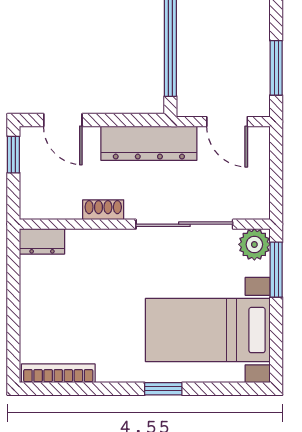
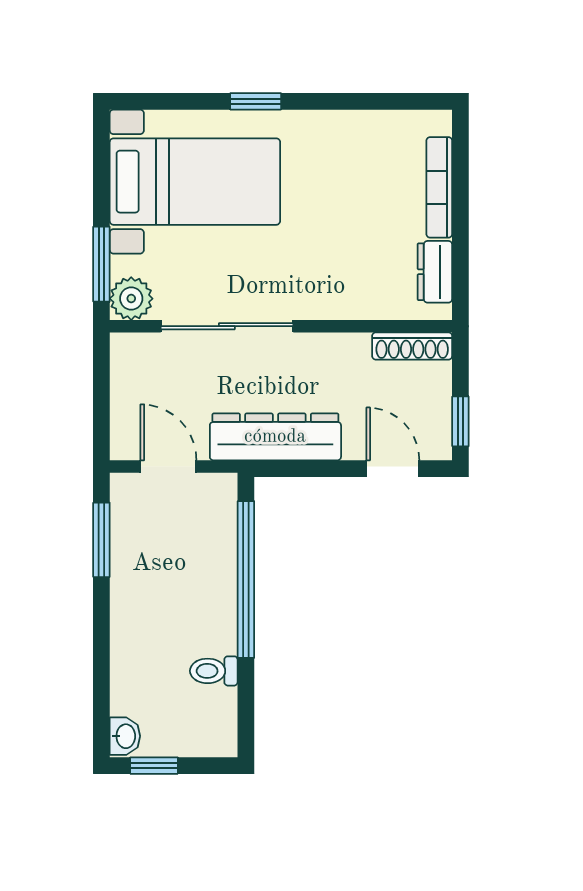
shoe rack: (103, 210) -> (412, 346), moved, width x1.43
dresser: (42, 241) -> (435, 272), moved, turned -90
bookcase: (58, 373) -> (439, 187), moved, turned 90

